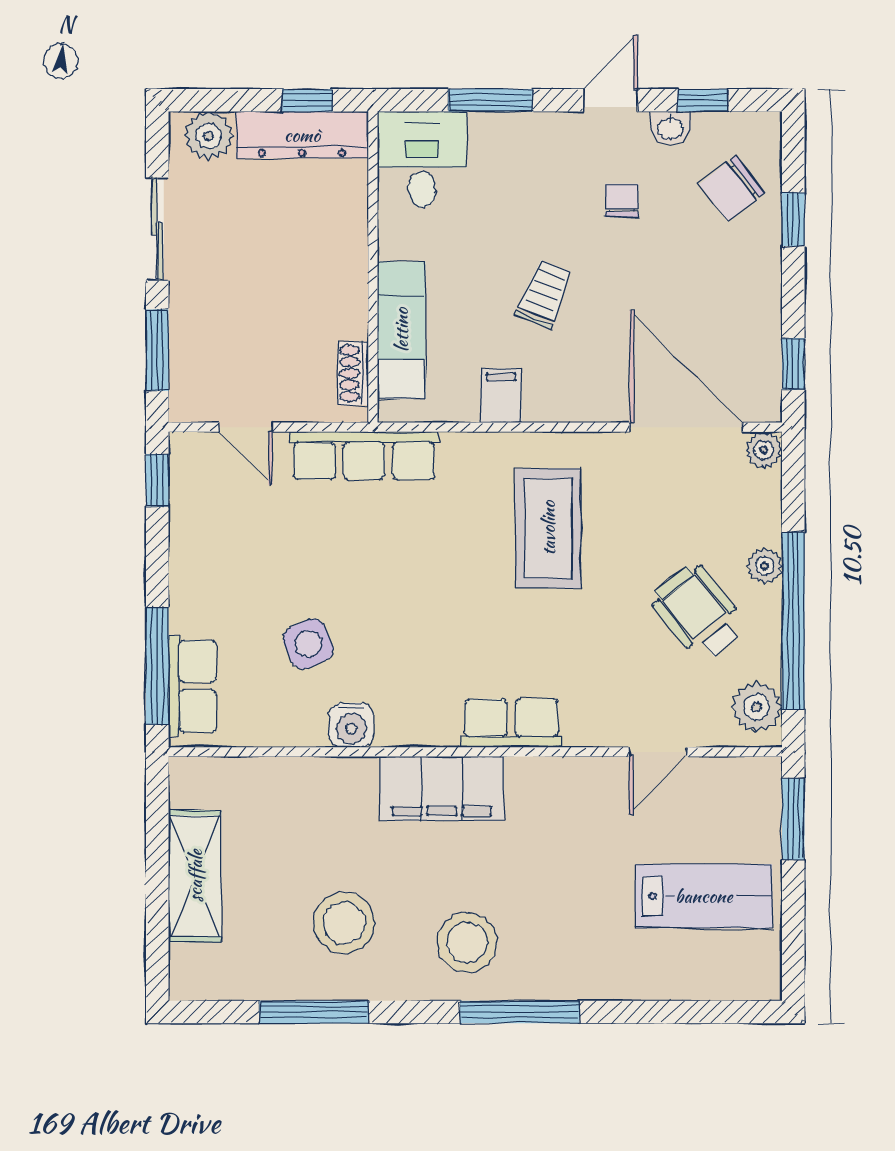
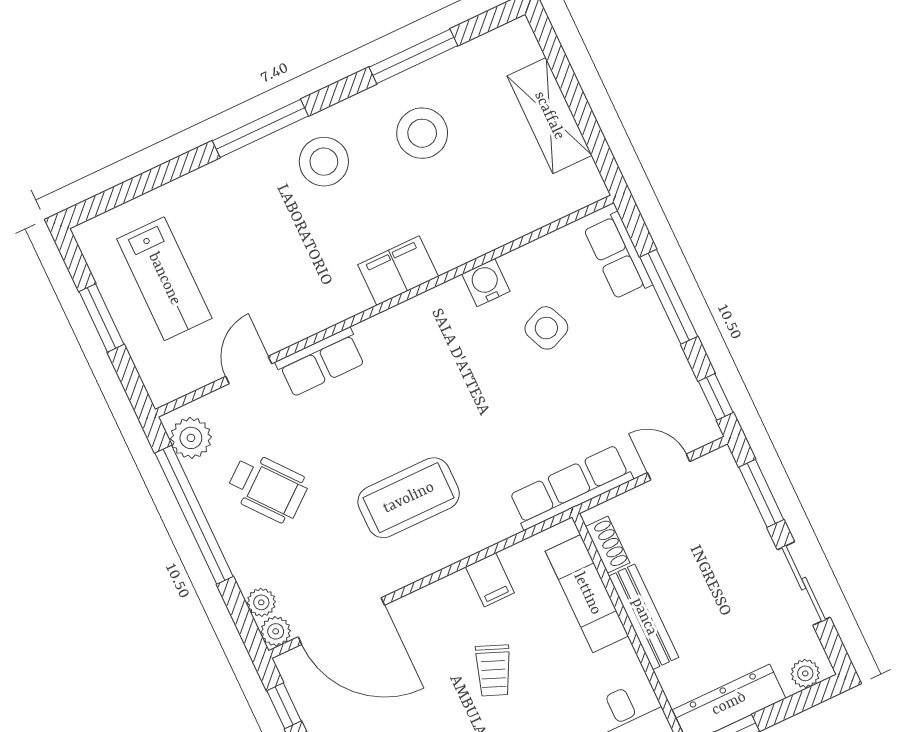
plant: (209, 136) -> (805, 673), width x0.73, depth x0.73
bench: (351, 275) -> (644, 617), added
coffee table: (548, 528) -> (409, 498), turned 90
plant: (765, 566) -> (261, 602), moved
window: (157, 666) -> (669, 297), moved
row of seats: (511, 723) -> (321, 362), moved
filing cabinet: (442, 788) -> (398, 271), width x0.67, depth x0.86
window: (793, 819) -> (101, 318), moved
lab bench: (704, 896) -> (164, 279), turned -90

